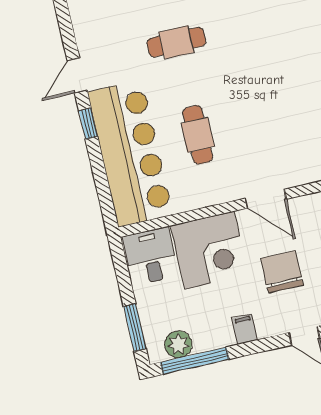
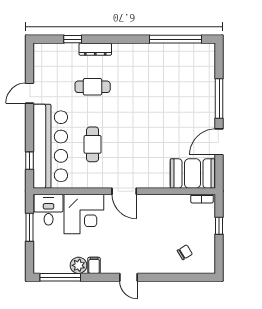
window: (88, 124) -> (29, 161), moved
chair: (282, 272) -> (124, 236), removed
window: (135, 328) -> (29, 227), moved
plant: (178, 344) -> (79, 265), moved

